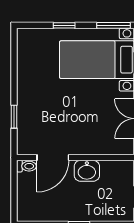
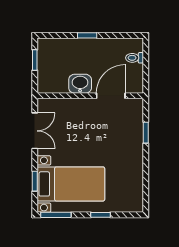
toilet: (26, 166) -> (135, 58), moved

